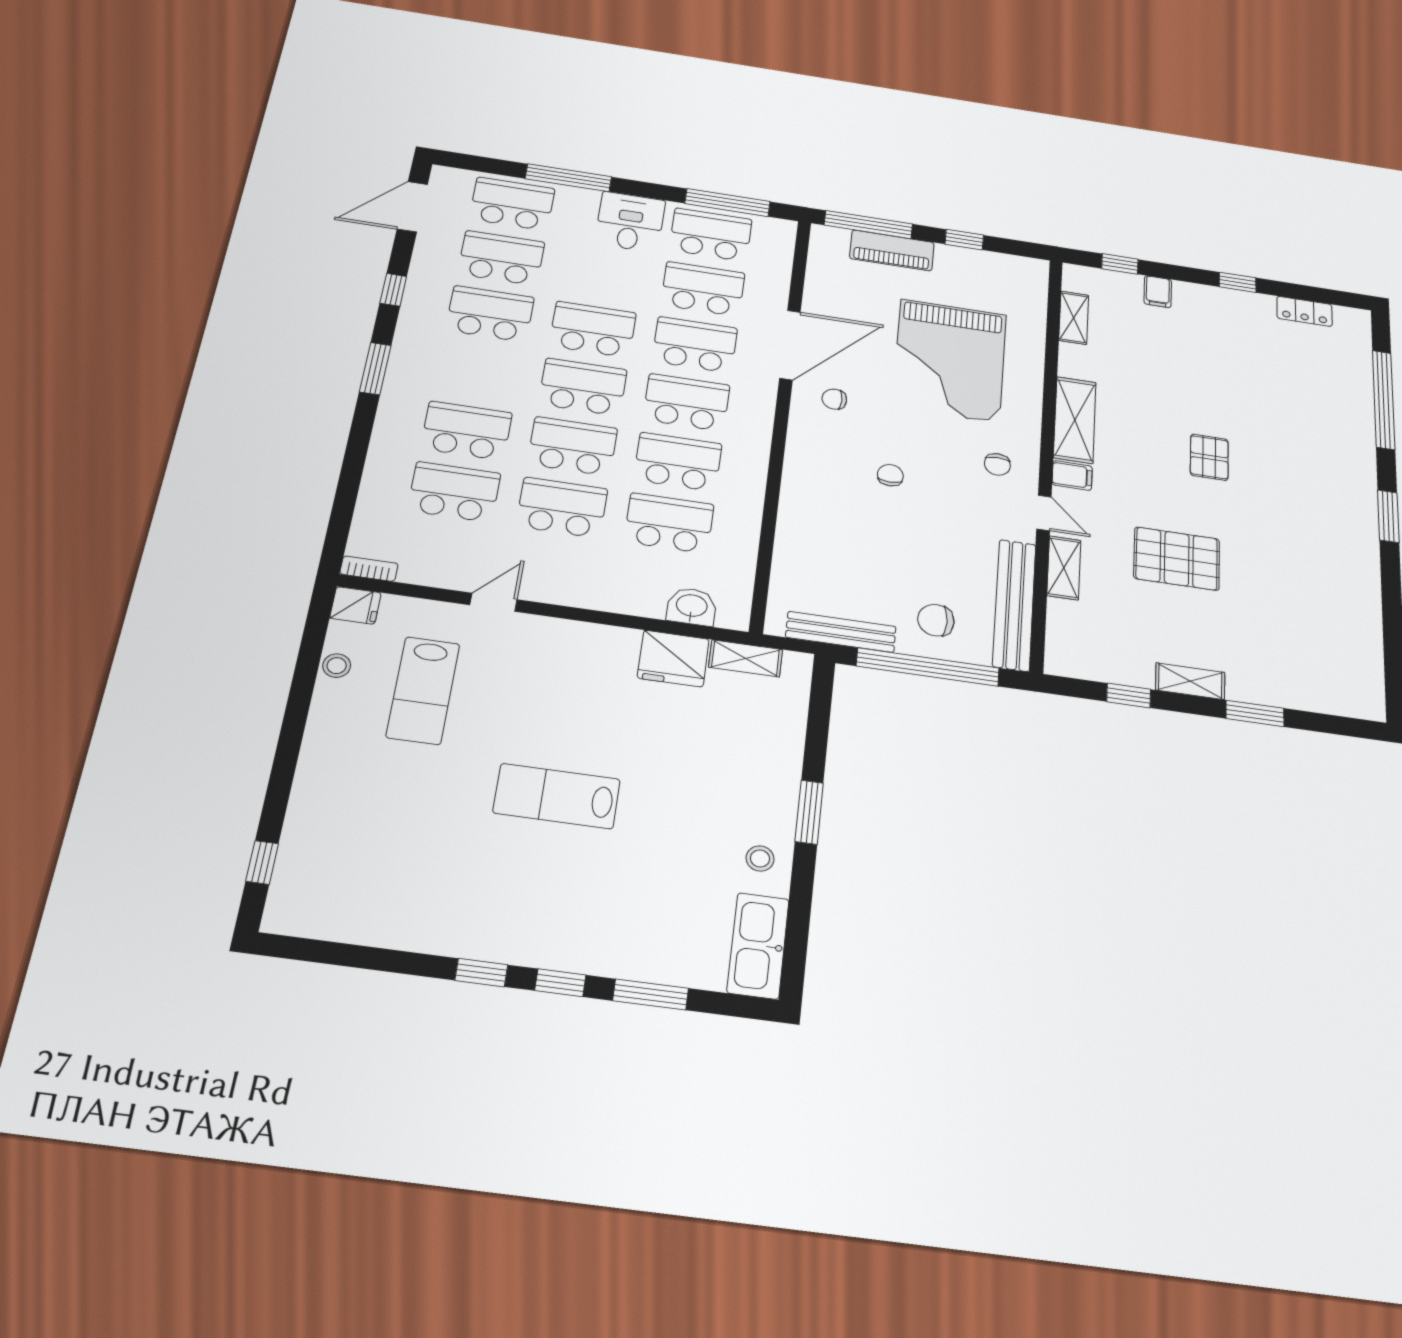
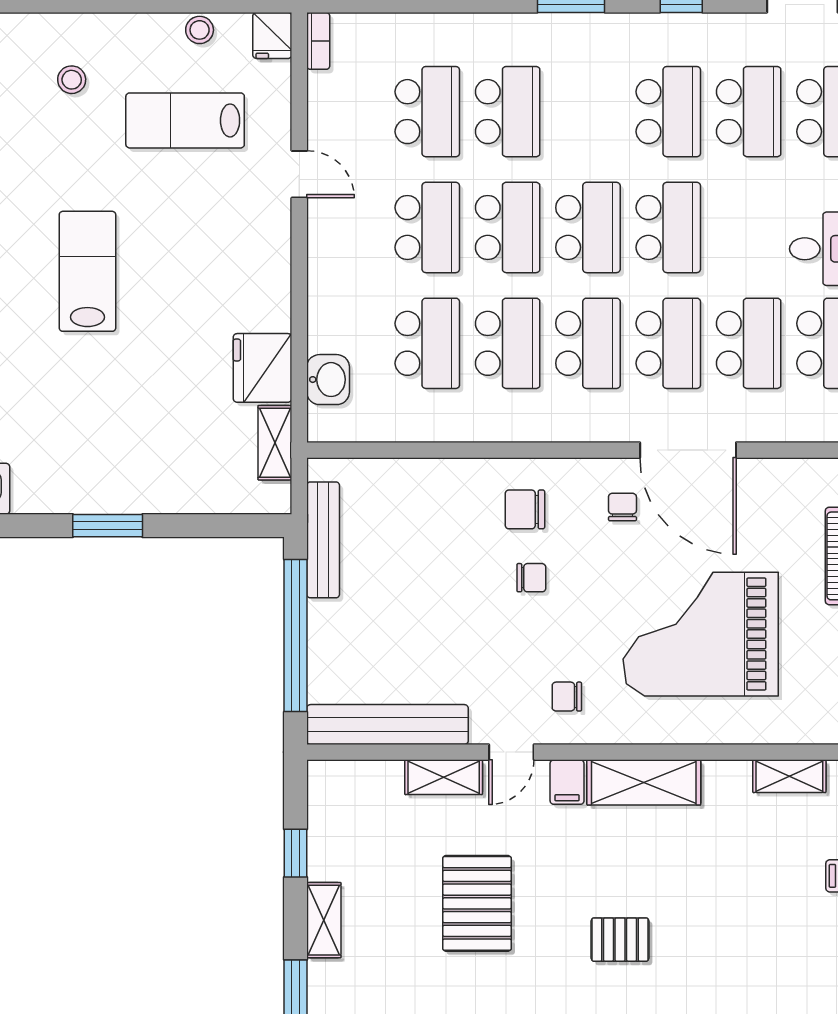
chair: (936, 620) -> (525, 509), moved, turned -90
stool: (760, 859) -> (72, 80), moved

